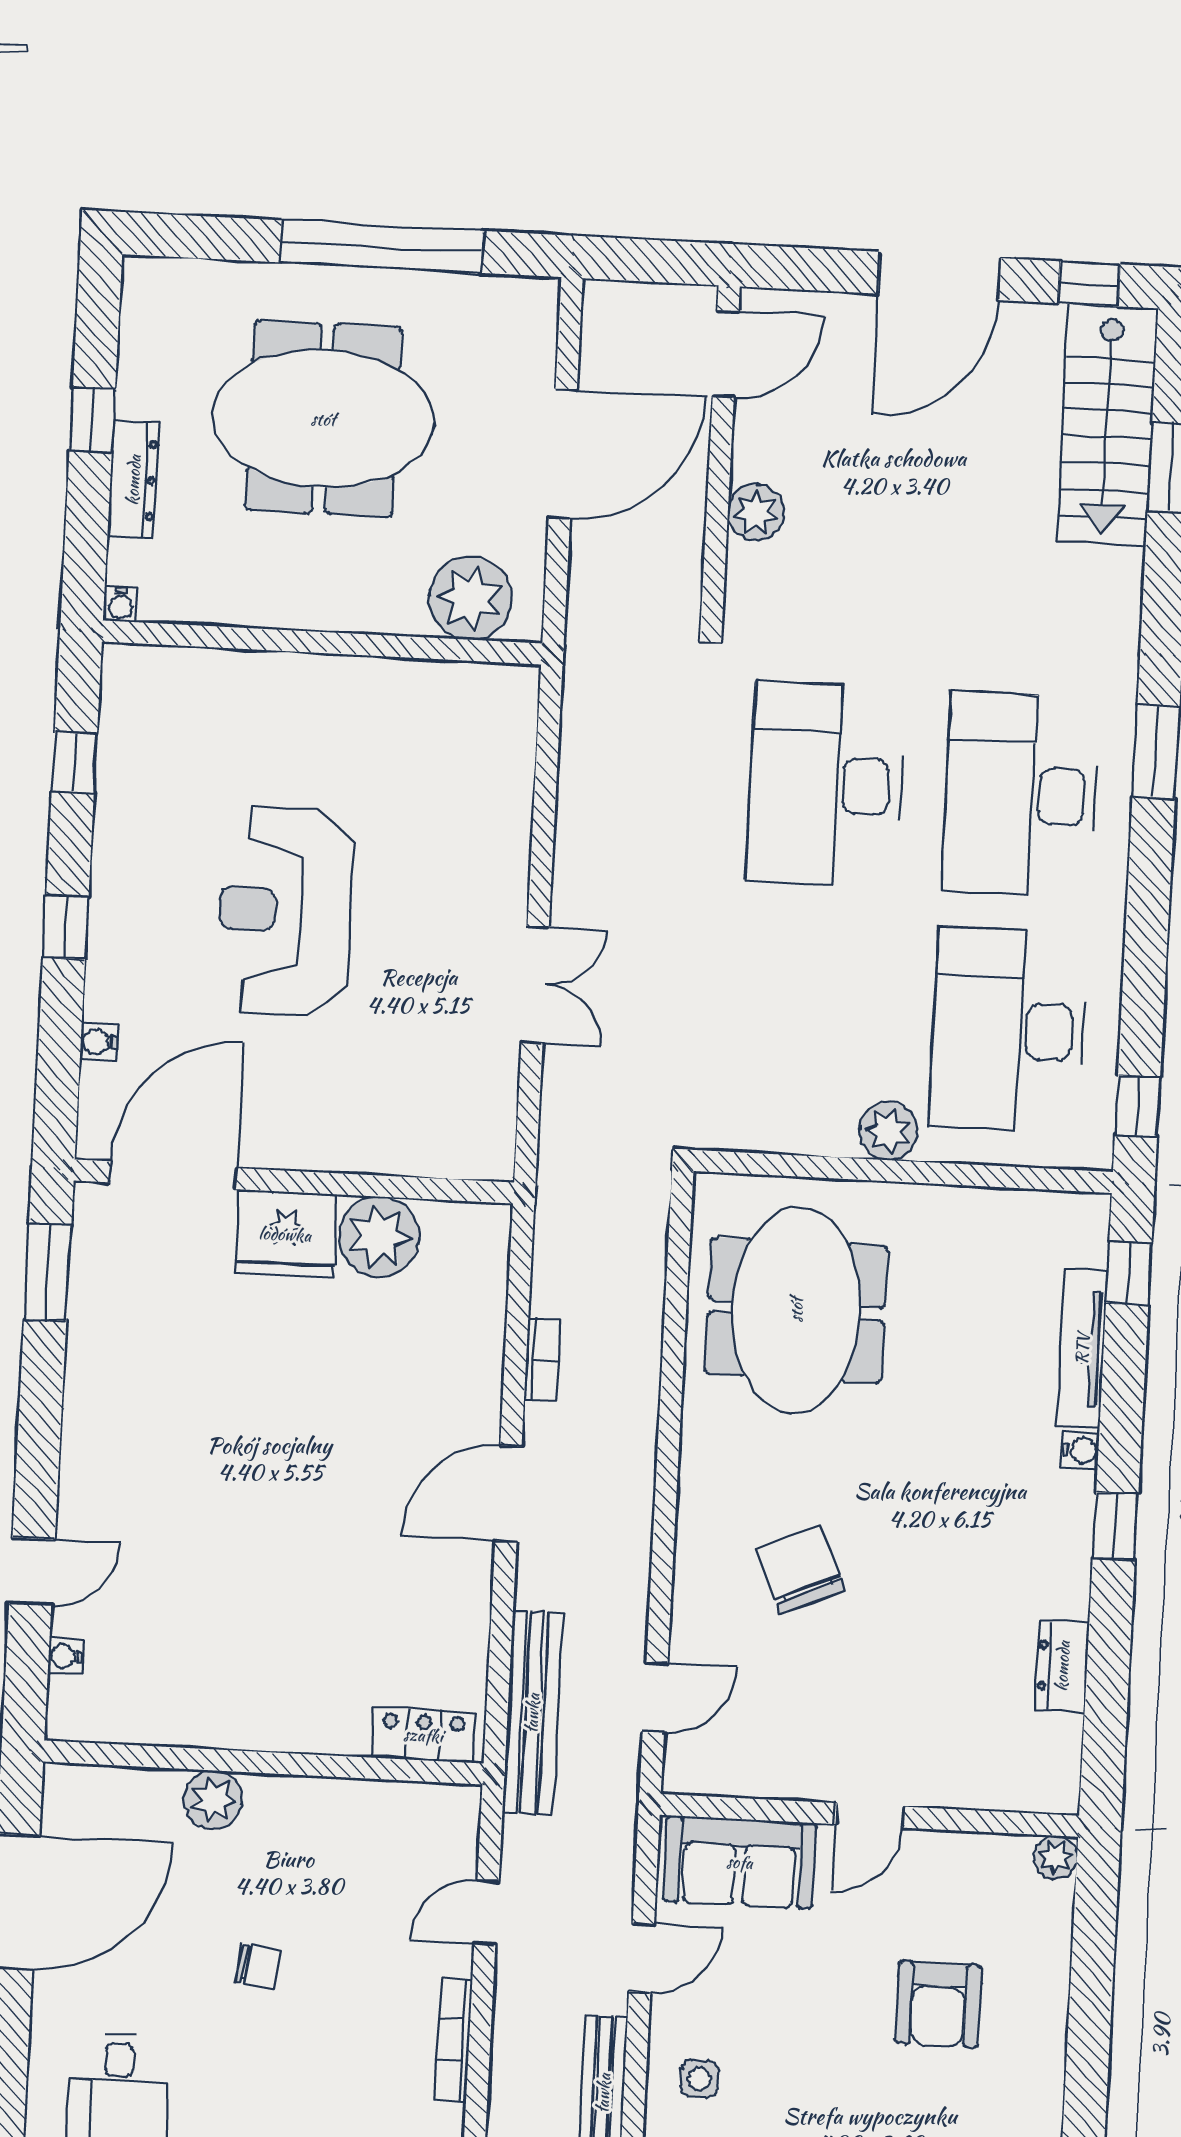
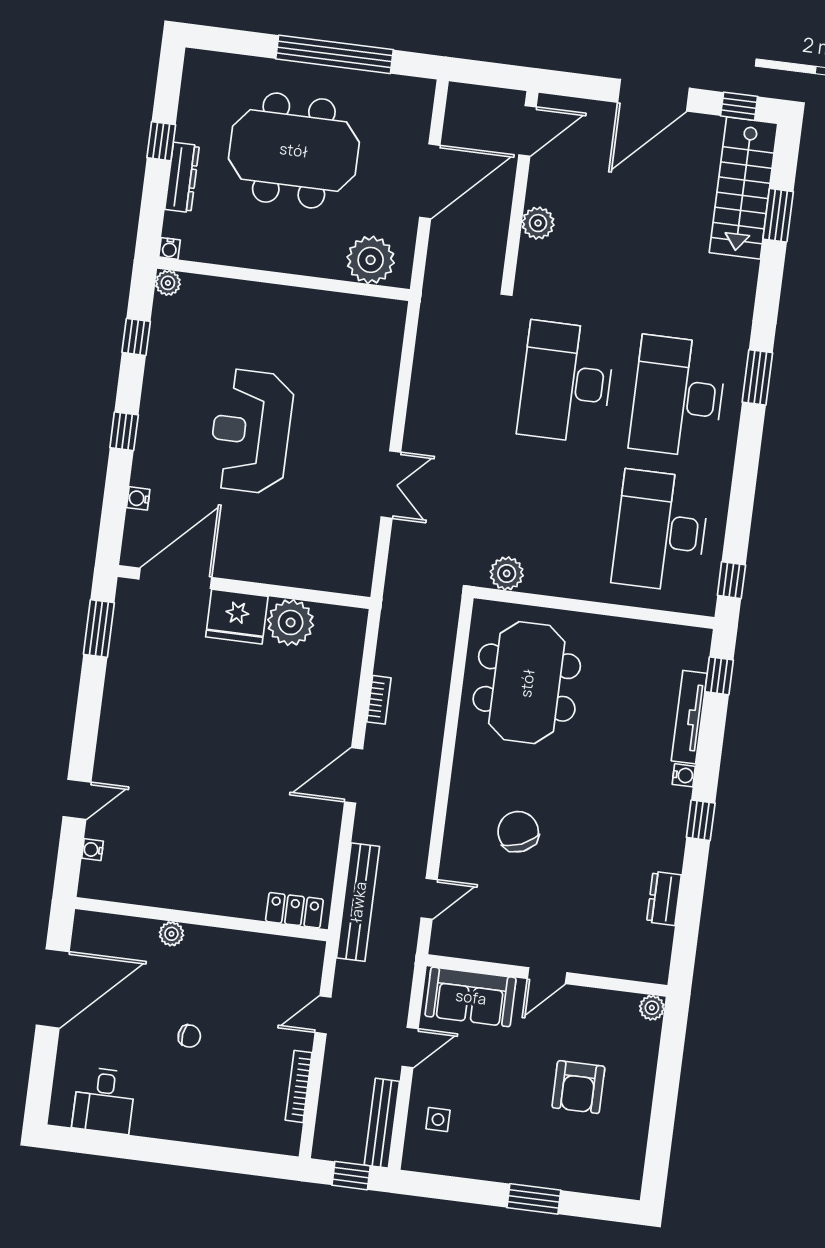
plant: (122, 664) -> (168, 283), added
plant: (888, 1131) -> (507, 573), moved
plant: (213, 1800) -> (171, 934), width x0.73, depth x0.73

